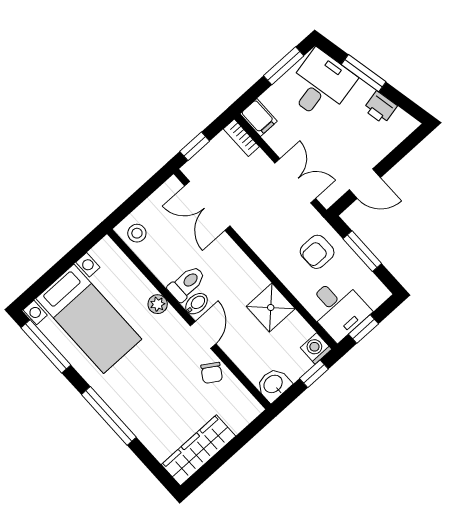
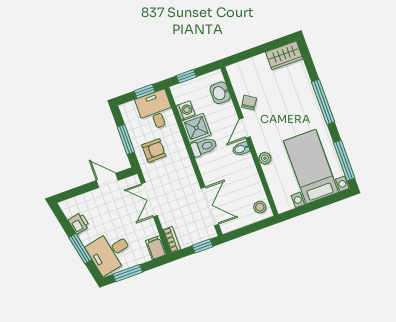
toilet: (187, 283) -> (204, 147), moved, turned 180
washing machine: (316, 348) -> (186, 110), moved, turned -90
washbasin: (274, 385) -> (220, 93), moved, turned 90
wardrobe: (198, 450) -> (284, 55), width x0.67

